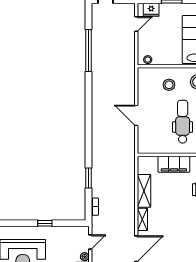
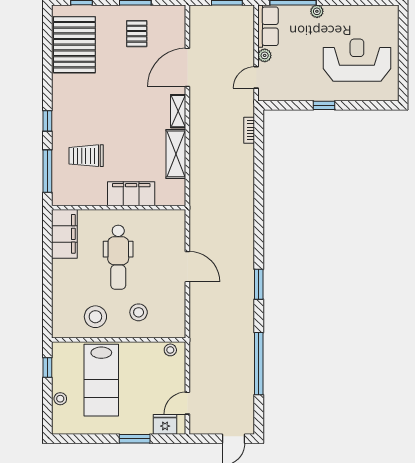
window: (88, 178) -> (259, 284), moved

